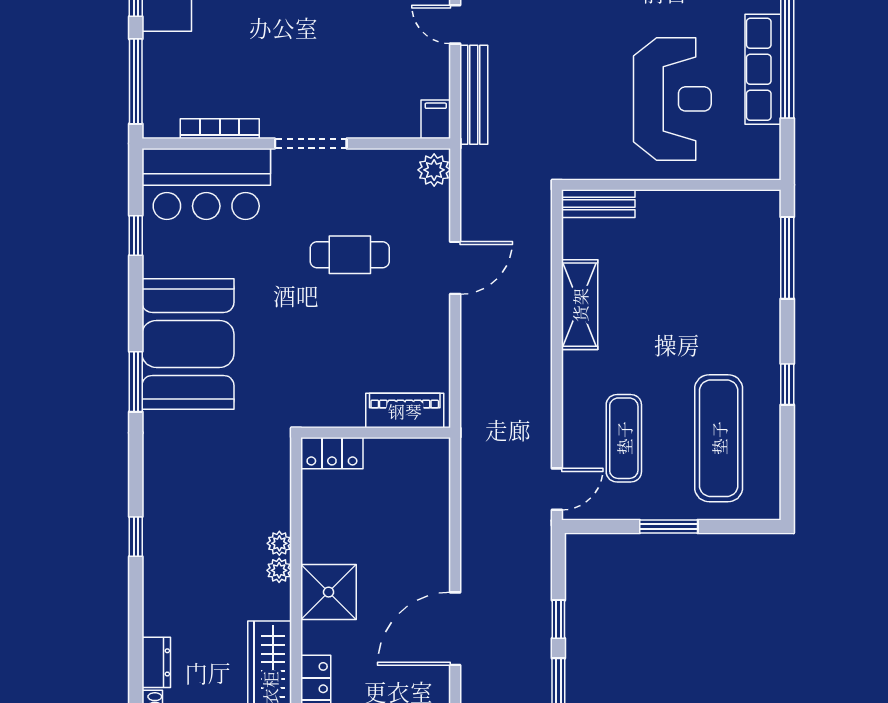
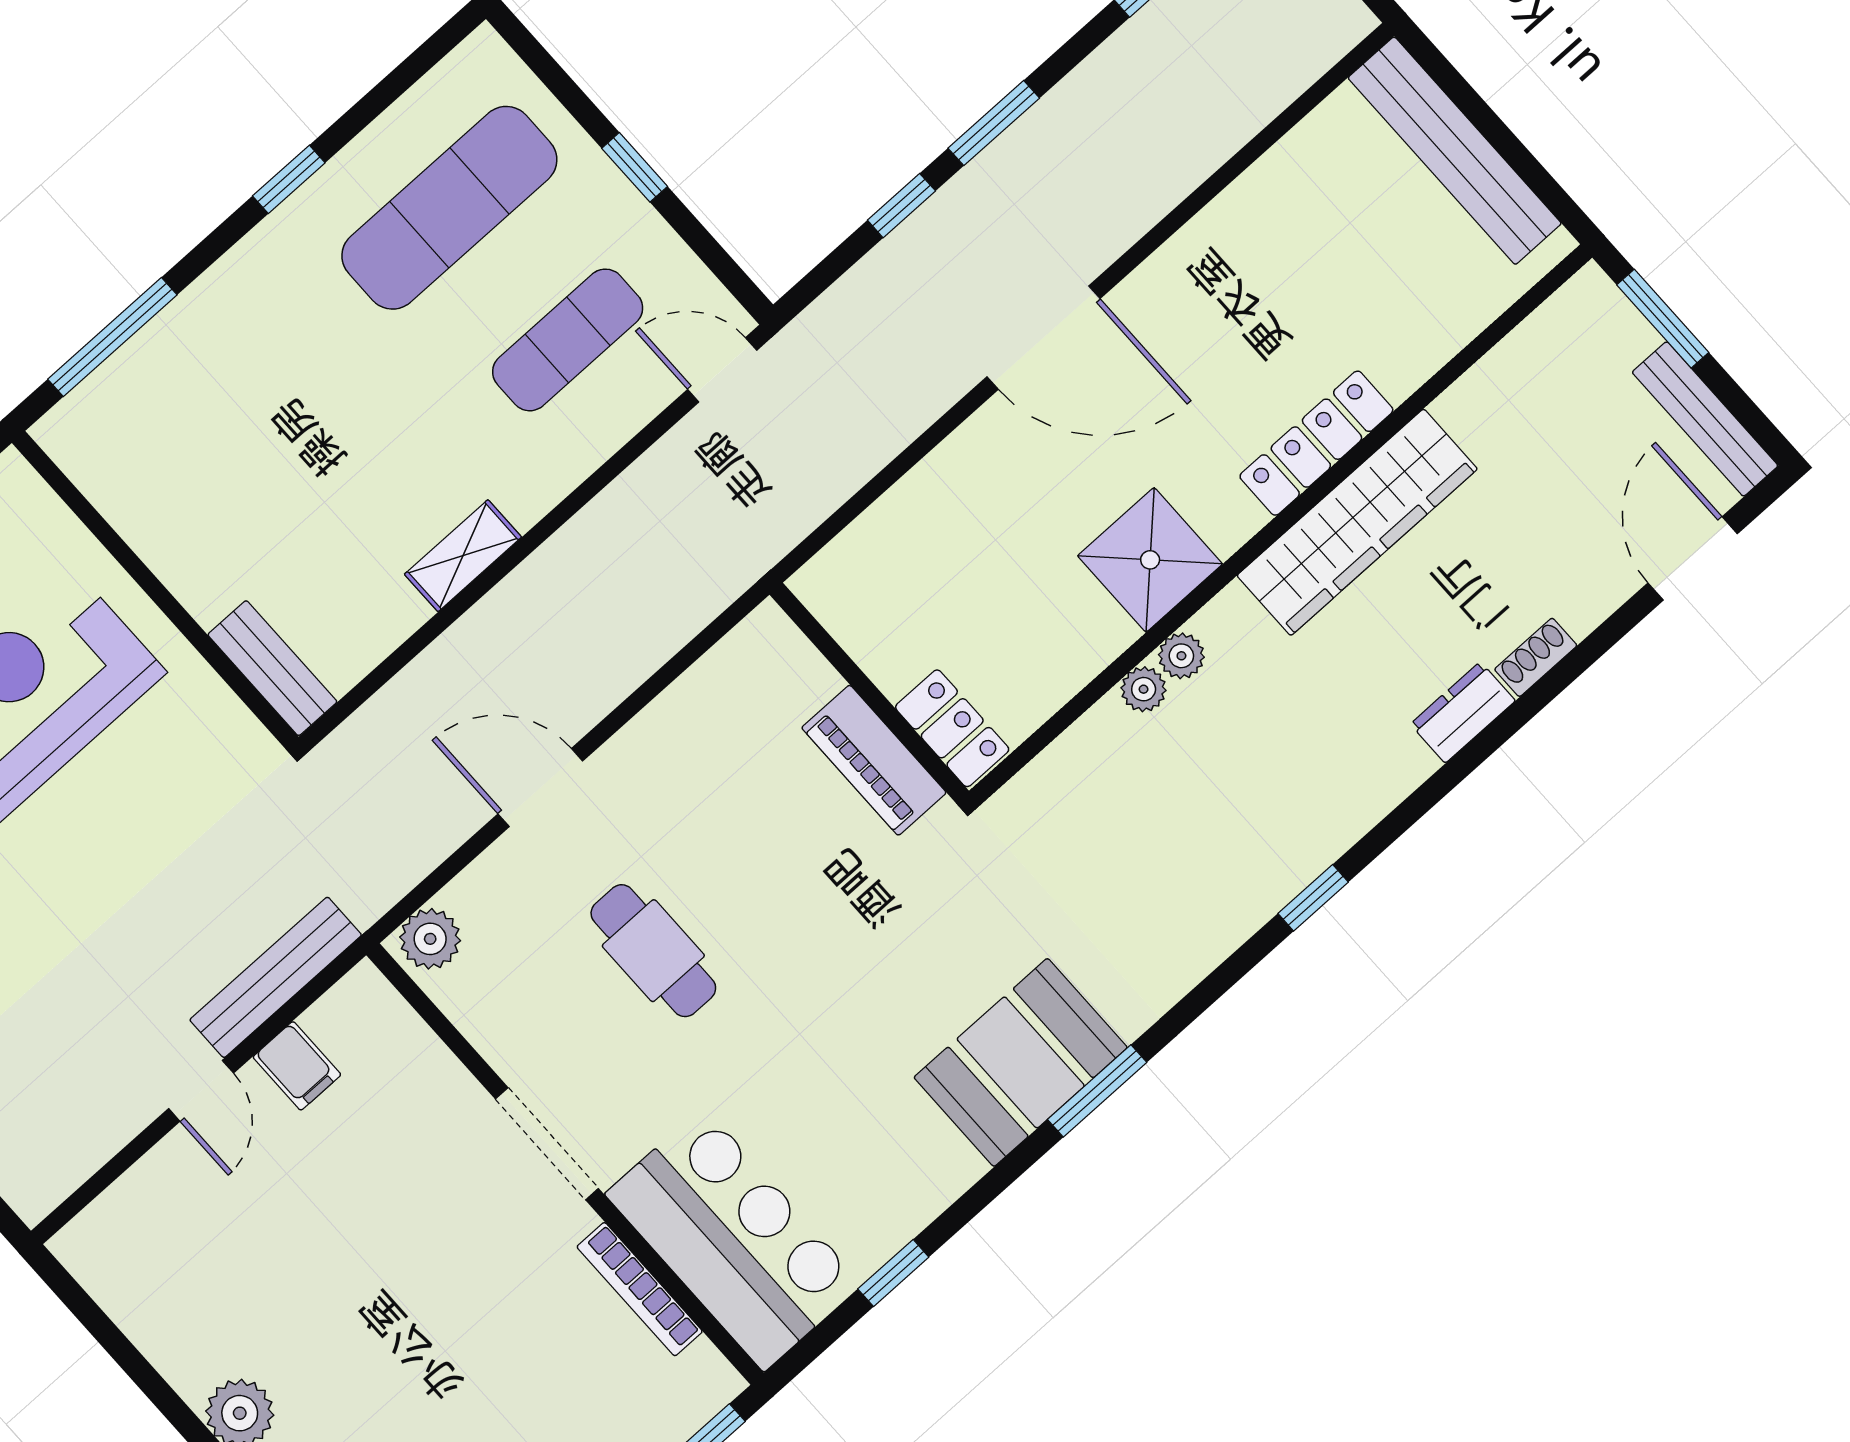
filing cabinet: (436, 119) -> (297, 1066), moved, turned -90
shelving: (580, 305) -> (463, 556), width x0.67, depth x0.75
booth: (188, 344) -> (1021, 1062), width x0.73, depth x0.70
piano: (405, 411) -> (874, 760), moved
window: (669, 526) -> (635, 167), width x0.67

